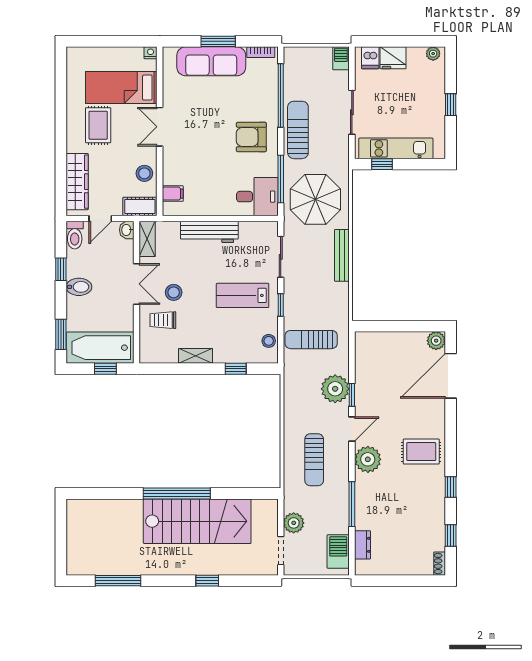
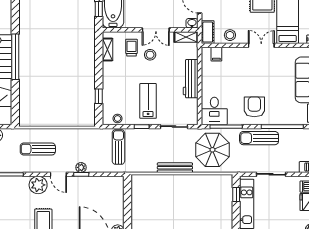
sun lounger: (298, 130) -> (259, 138), turned 180
shelving: (196, 356) -> (107, 50), moved
plant: (335, 389) -> (81, 167), width x0.53, depth x0.53

